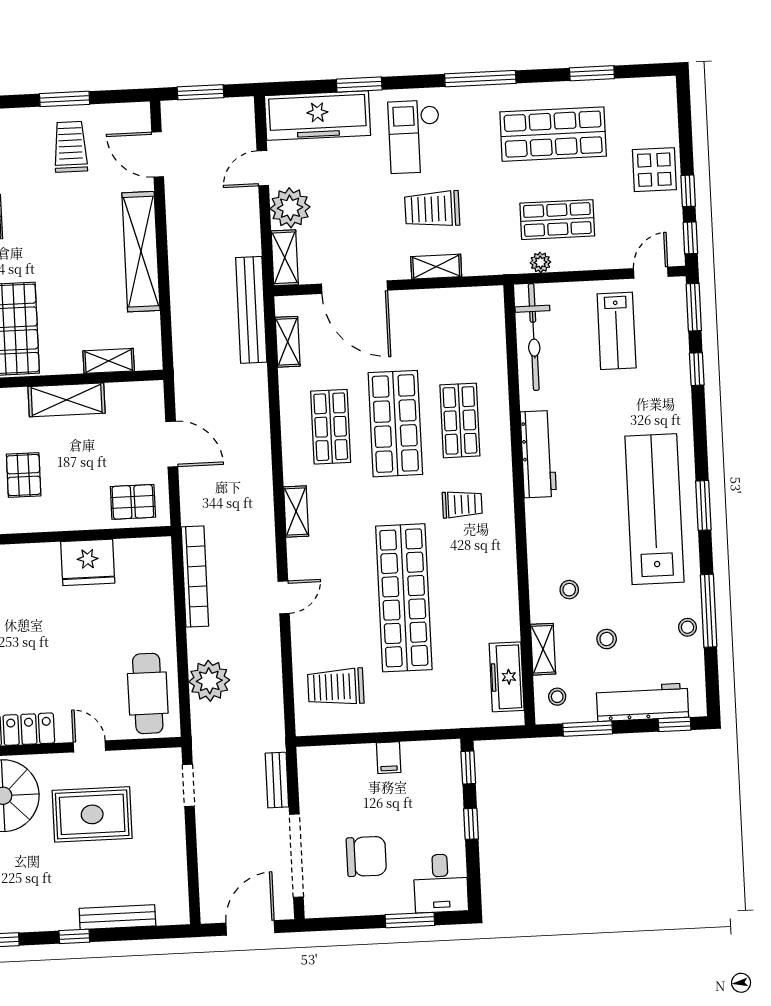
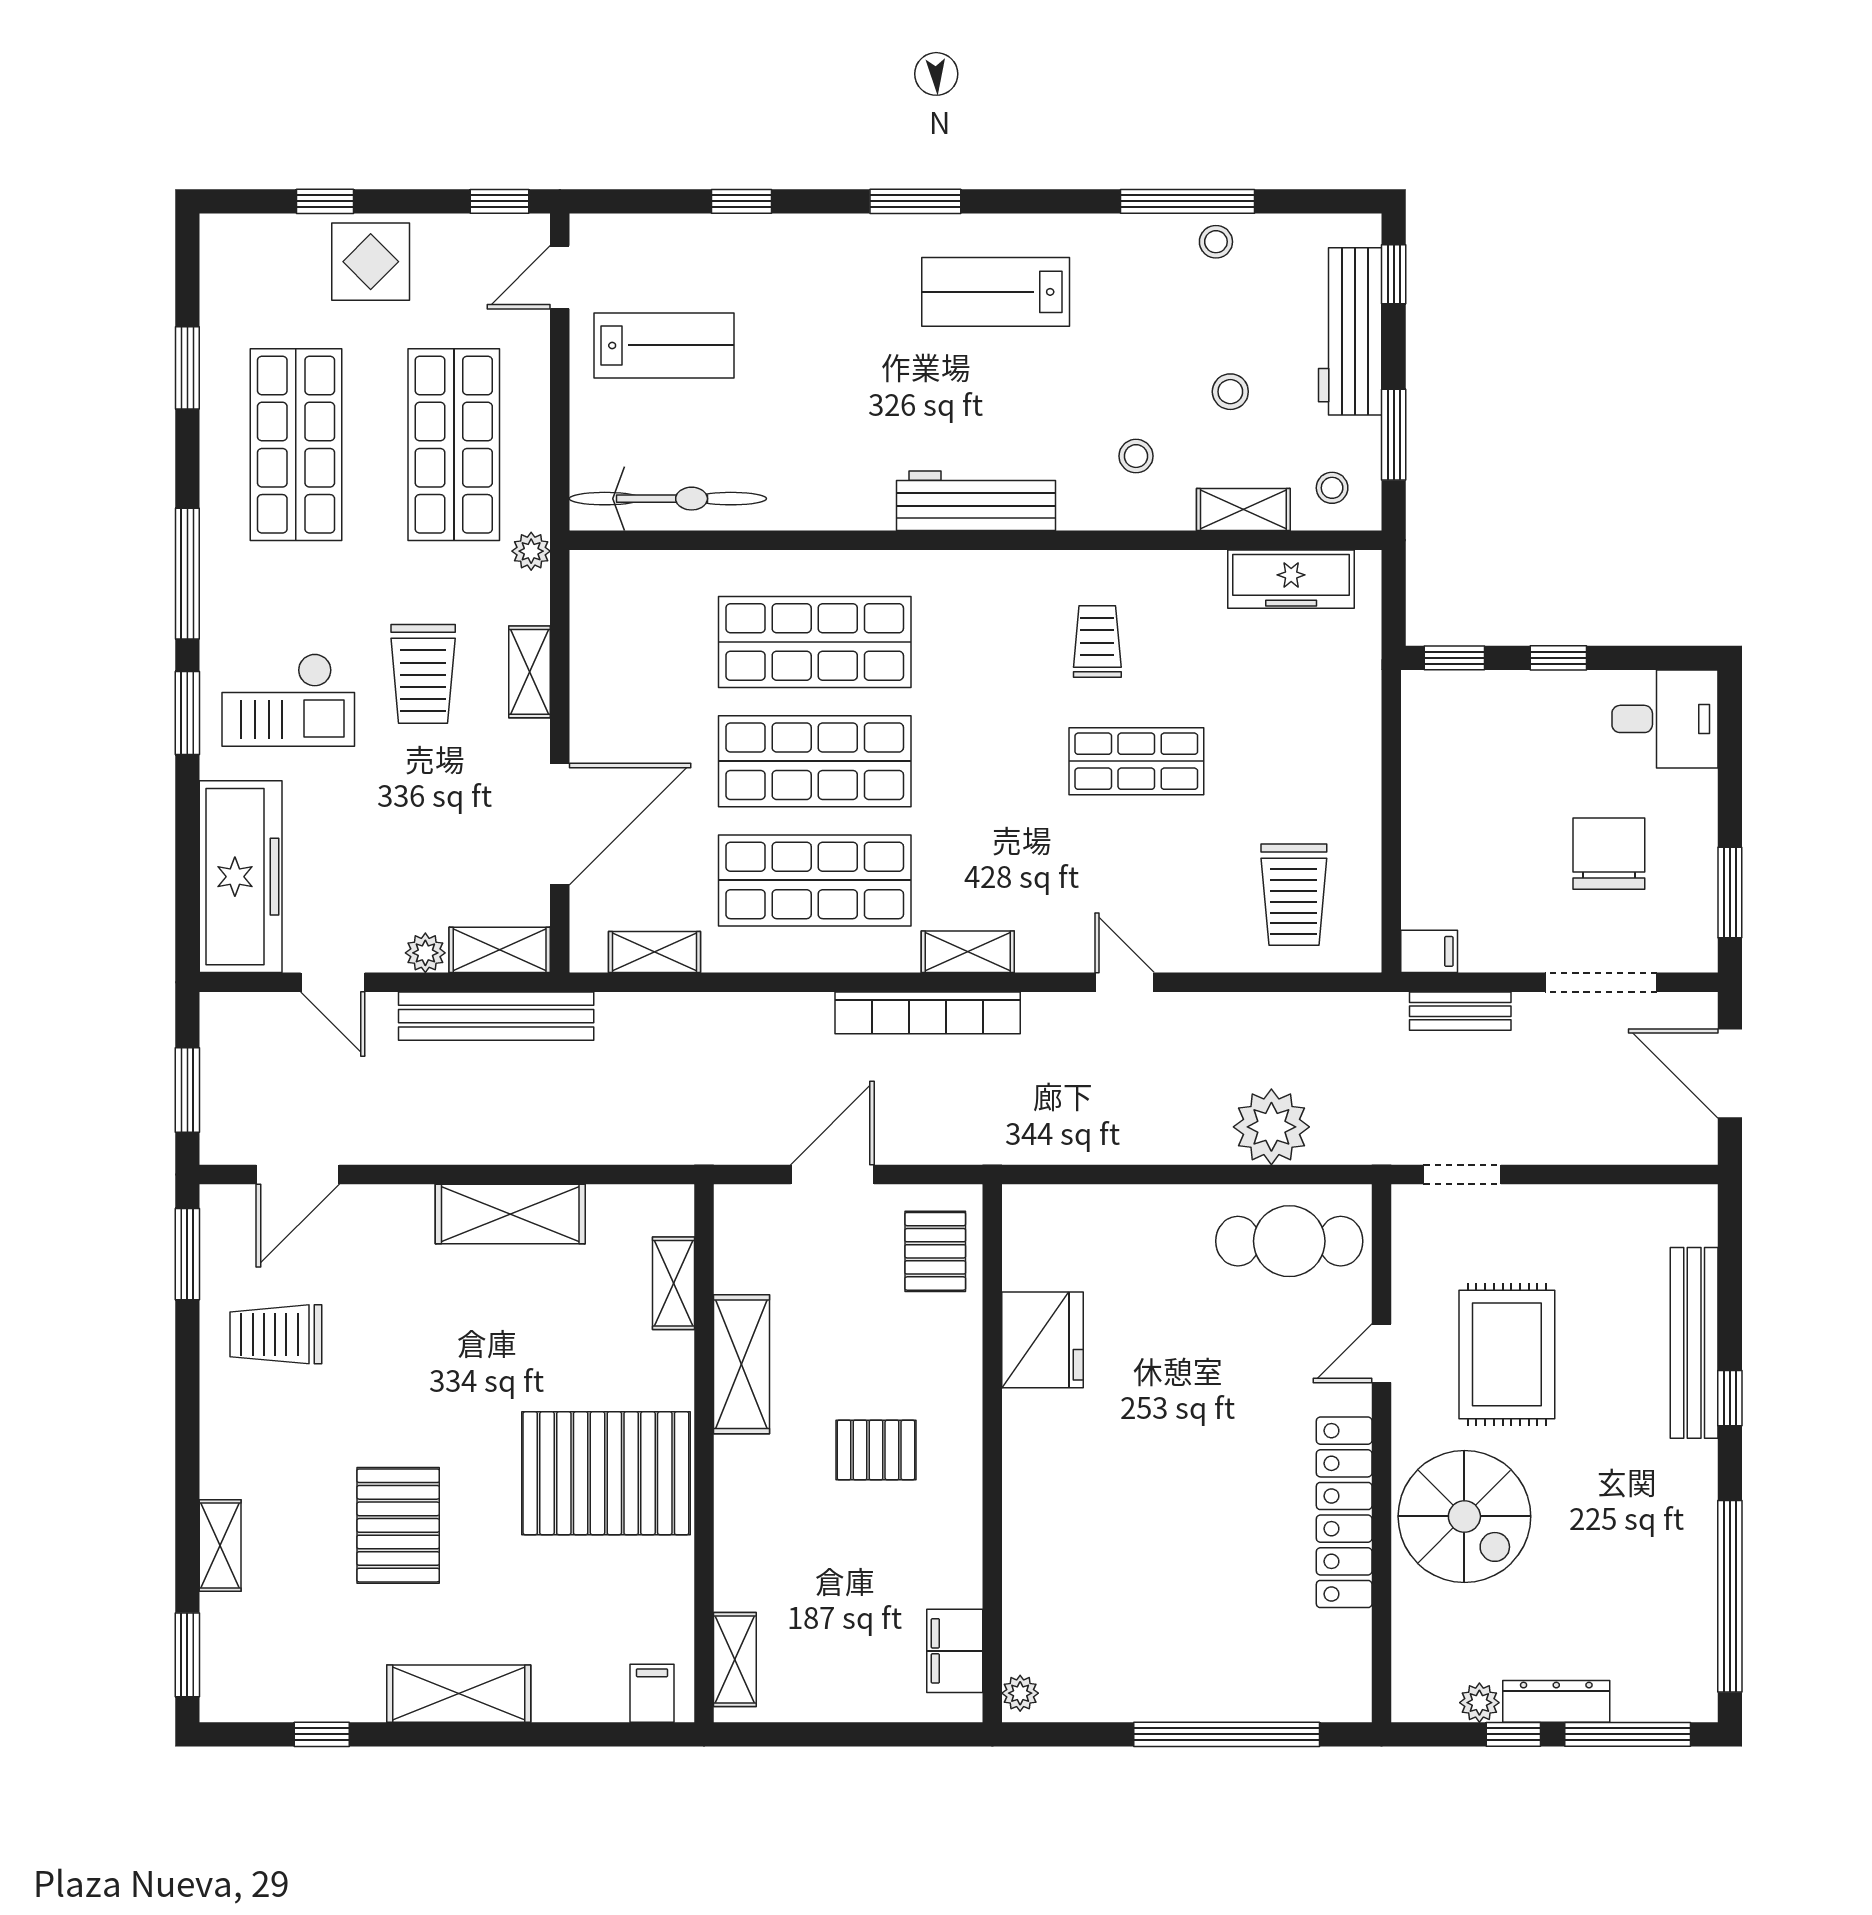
window: (359, 85) -> (187, 713), moved
window: (65, 99) -> (187, 1254), moved
window: (688, 191) -> (325, 201), moved
plant: (290, 208) -> (425, 953), width x0.53, depth x0.53
shop shelf: (557, 220) -> (454, 445), width x1.43, depth x1.36
shelving: (141, 252) -> (510, 1214), width x0.68
plant: (540, 262) -> (531, 551), moved
door: (651, 273) -> (560, 277), hinge flipped
window: (694, 307) -> (627, 201), removed
bench: (251, 310) -> (496, 1016), moved
shop shelf: (460, 420) -> (815, 642), width x1.43, depth x1.36
shop shelf: (331, 427) -> (815, 880), width x1.43, depth x1.36
workbench: (538, 454) -> (976, 501), moved
trolley: (462, 504) -> (1097, 641), moved
window: (703, 505) -> (915, 201), moved
lab bench: (654, 509) -> (996, 292), width x0.54, depth x0.72
bookcase: (195, 576) -> (928, 1013), moved, turned 180
shop shelf: (404, 598) -> (1136, 761), width x0.50, depth x0.74
filing cabinet: (389, 758) -> (1429, 951), moved
doorway: (296, 856) -> (1601, 982), width x0.73
bench: (117, 917) -> (1694, 1343), width x1.37, depth x1.21
window: (410, 920) -> (1730, 893), moved

